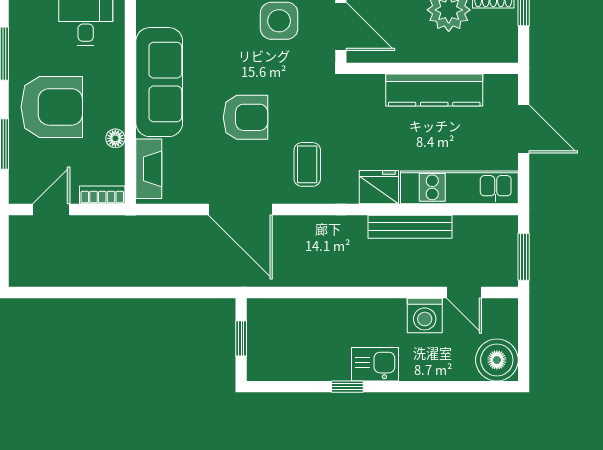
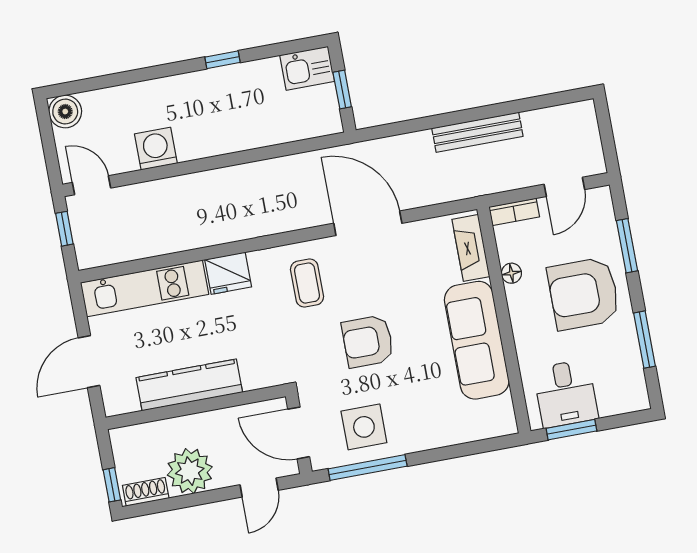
armchair: (245, 117) -> (368, 341), moved
door: (524, 129) -> (89, 362), hinge flipped
bench: (410, 227) -> (477, 132), moved
window: (524, 257) -> (64, 229), width x0.67
door: (464, 293) -> (92, 185), moved
boiler: (497, 360) -> (65, 112), width x0.73, depth x0.73
kitchen sink: (375, 364) -> (307, 68), moved

